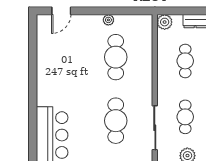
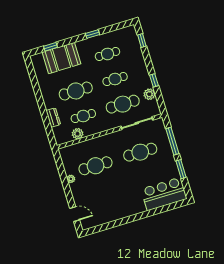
plant: (165, 22) -> (78, 134), moved
cafe table: (185, 117) -> (123, 104), width x1.37, depth x1.35

